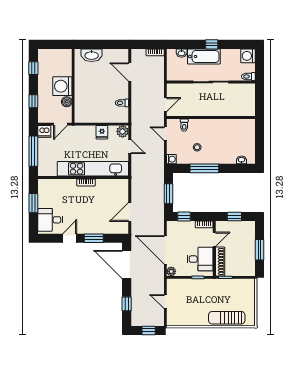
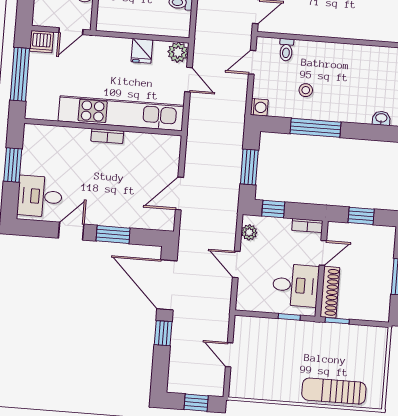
door: (165, 134) -> (252, 62), hinge flipped
door: (165, 250) -> (236, 264), width x0.53
plant: (171, 271) -> (249, 232), moved
window: (127, 304) -> (163, 333), moved

